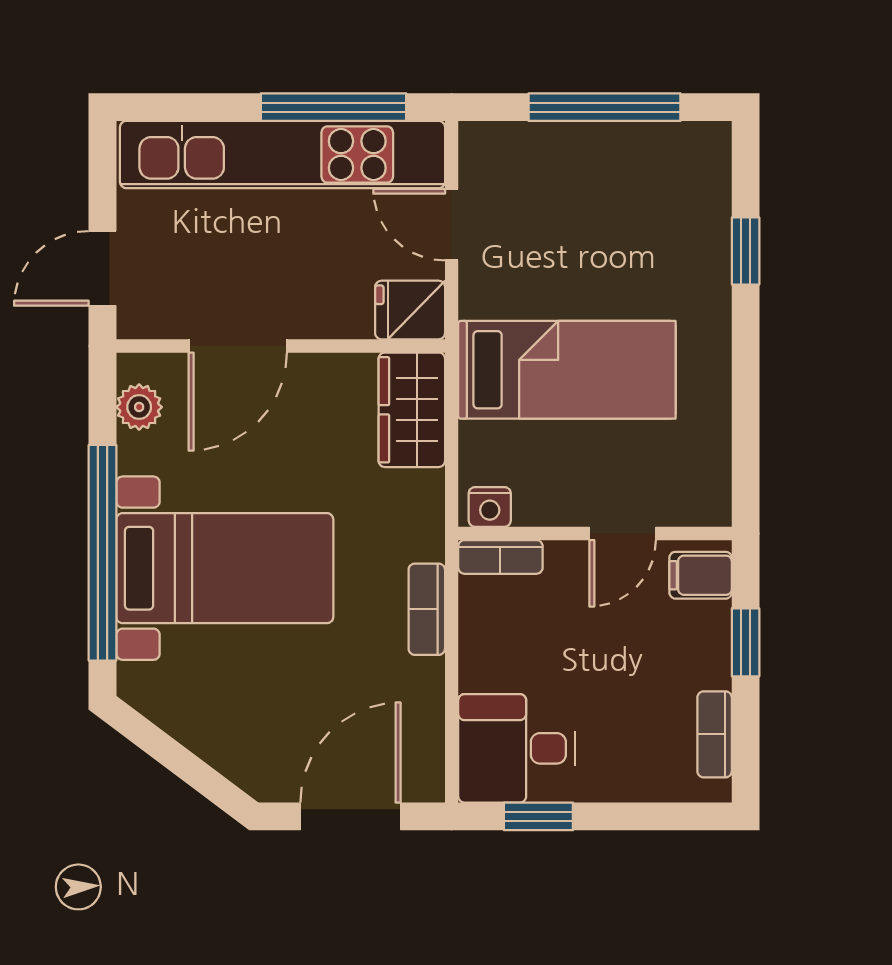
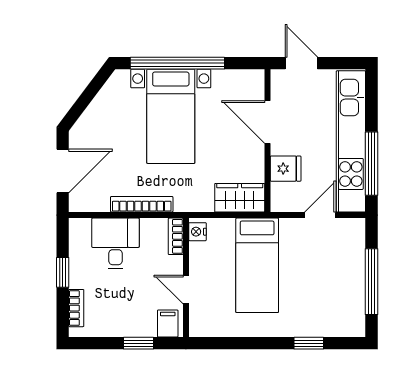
fridge: (410, 310) -> (286, 169), moved, turned 90
plant: (139, 407) -> (241, 79), removed
bookcase: (427, 609) -> (142, 204), width x1.56
bookcase: (715, 734) -> (76, 308), moved, turned 90
desk: (517, 748) -> (115, 243), moved
door: (350, 816) -> (63, 171), hinge flipped
window: (538, 816) -> (63, 272), moved

